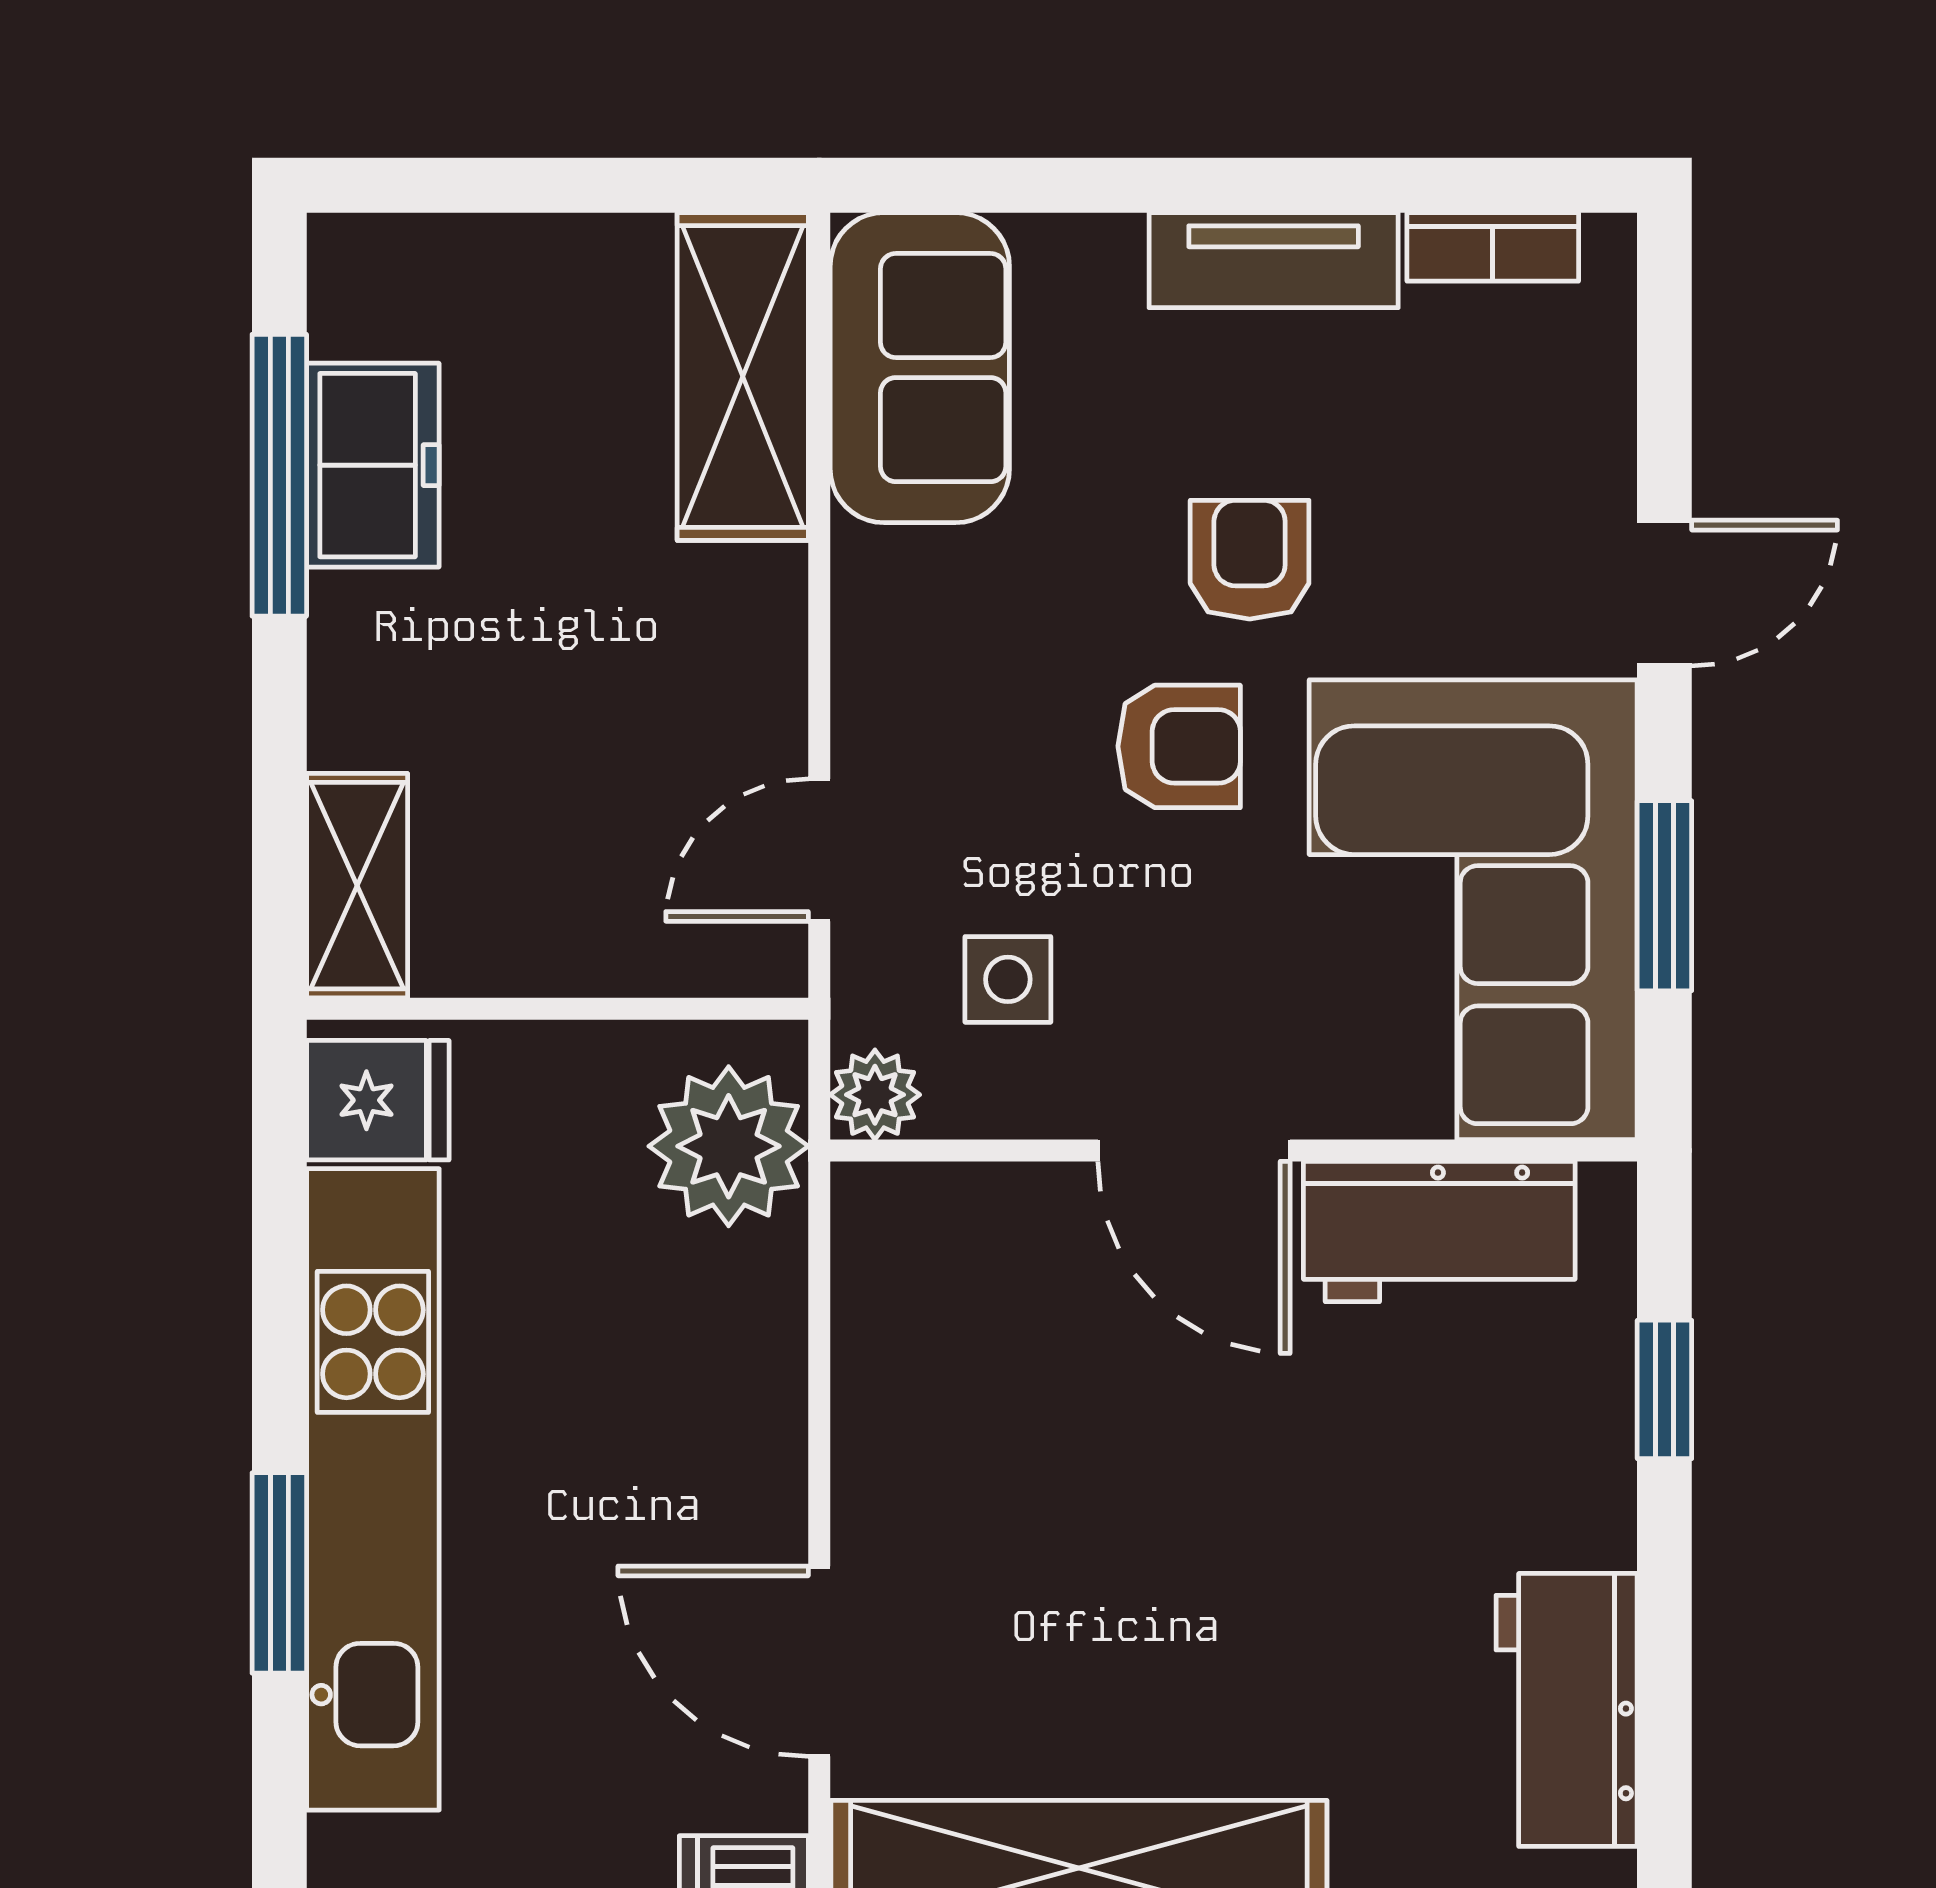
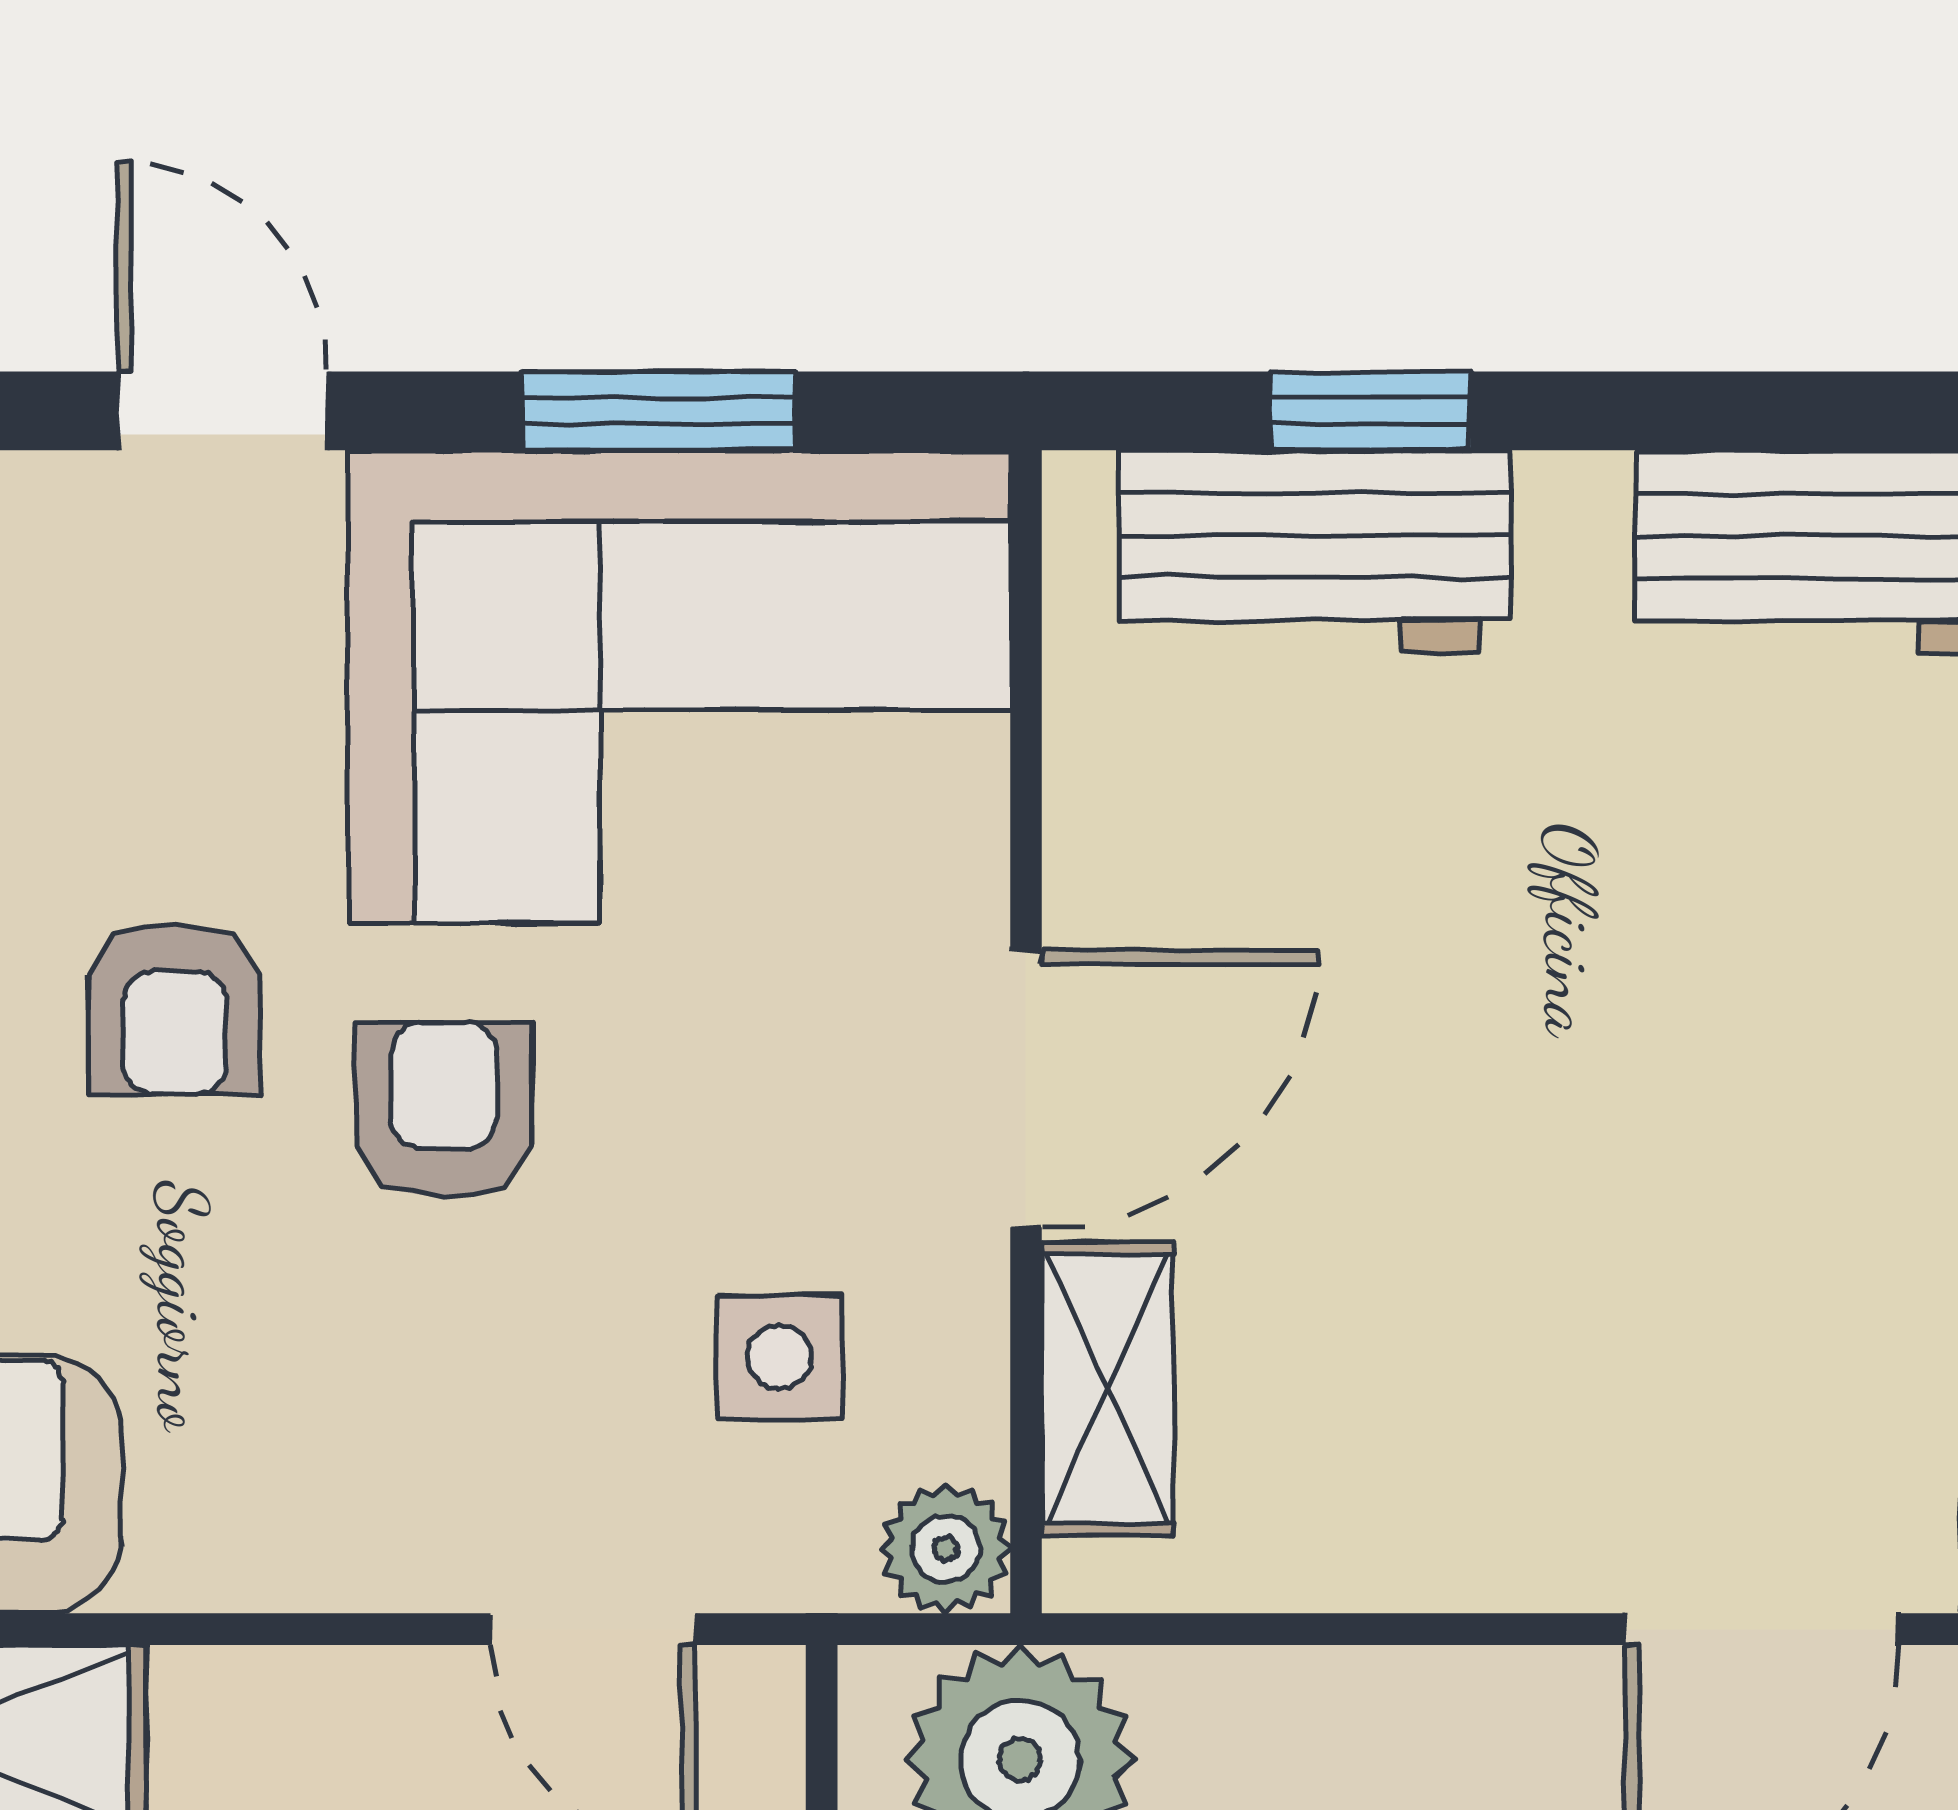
armchair: (1250, 560) -> (175, 1009), turned -90
shelving: (986, 1207) -> (1108, 1389), added
workbench: (1439, 1232) -> (1315, 551), moved, turned 90

